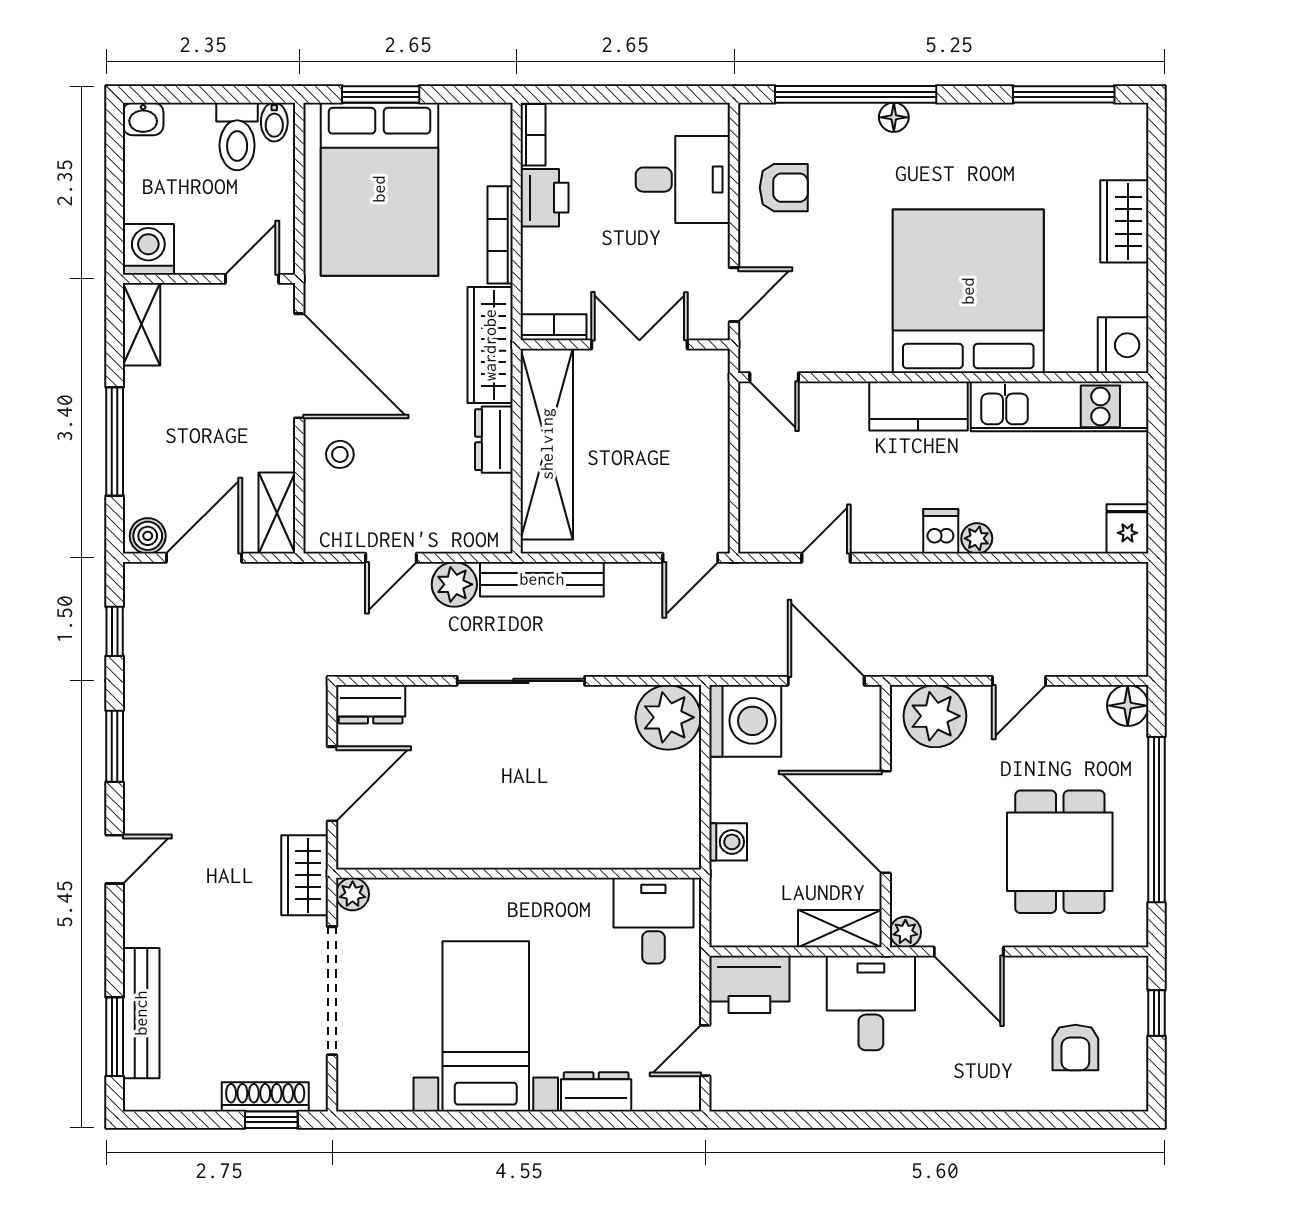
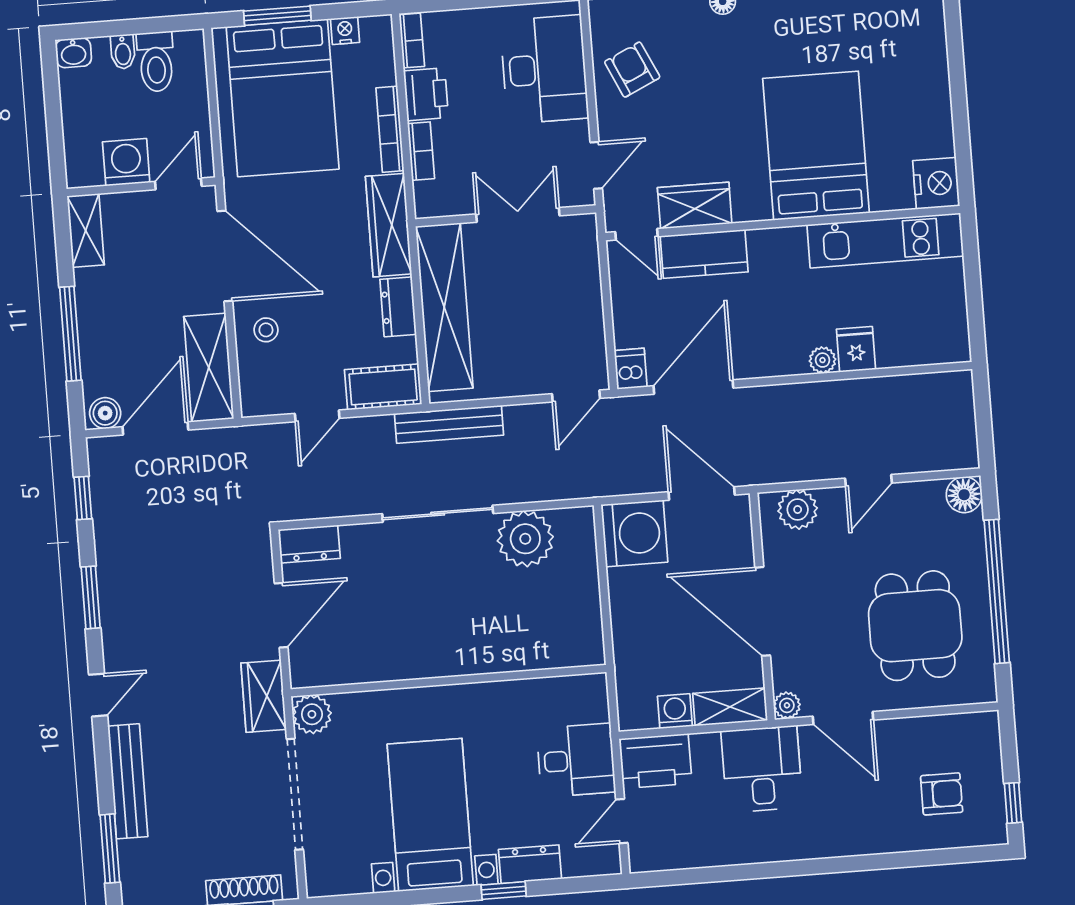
nightstand: (457, 117) -> (345, 31), added
bidet: (274, 122) -> (123, 52), moved
desk: (683, 180) -> (544, 69), width x1.37
armchair: (784, 188) -> (632, 70), turned -115
wardrobe: (1124, 221) -> (695, 205), moved, turned 90
washing machine: (148, 249) -> (126, 162), moved
bed: (968, 291) -> (816, 146), width x0.73
bookcase: (554, 327) -> (421, 151), moved, turned 90
kitchen counter: (918, 406) -> (704, 254), moved
shelving: (277, 513) -> (209, 368), width x1.50, depth x1.33
fridge: (1127, 529) -> (856, 349), moved
cot: (470, 530) -> (383, 387), added
dishwasher: (941, 531) -> (631, 369), moved
door: (826, 558) -> (693, 387), width x1.87
plant: (454, 584) -> (374, 435), removed
plant: (935, 716) -> (798, 510), width x0.73, depth x0.73
plant: (668, 717) -> (525, 539), moved
washing machine: (728, 842) -> (675, 711), moved, turned -90
plant: (353, 894) -> (312, 714), width x1.38, depth x1.38
desk: (653, 921) -> (576, 760), moved, turned 90
bench: (141, 1013) -> (128, 781), moved
window: (1156, 1013) -> (1013, 803), moved
armchair: (1075, 1048) -> (942, 794), turned -90
window: (563, 1120) -> (504, 891), added

